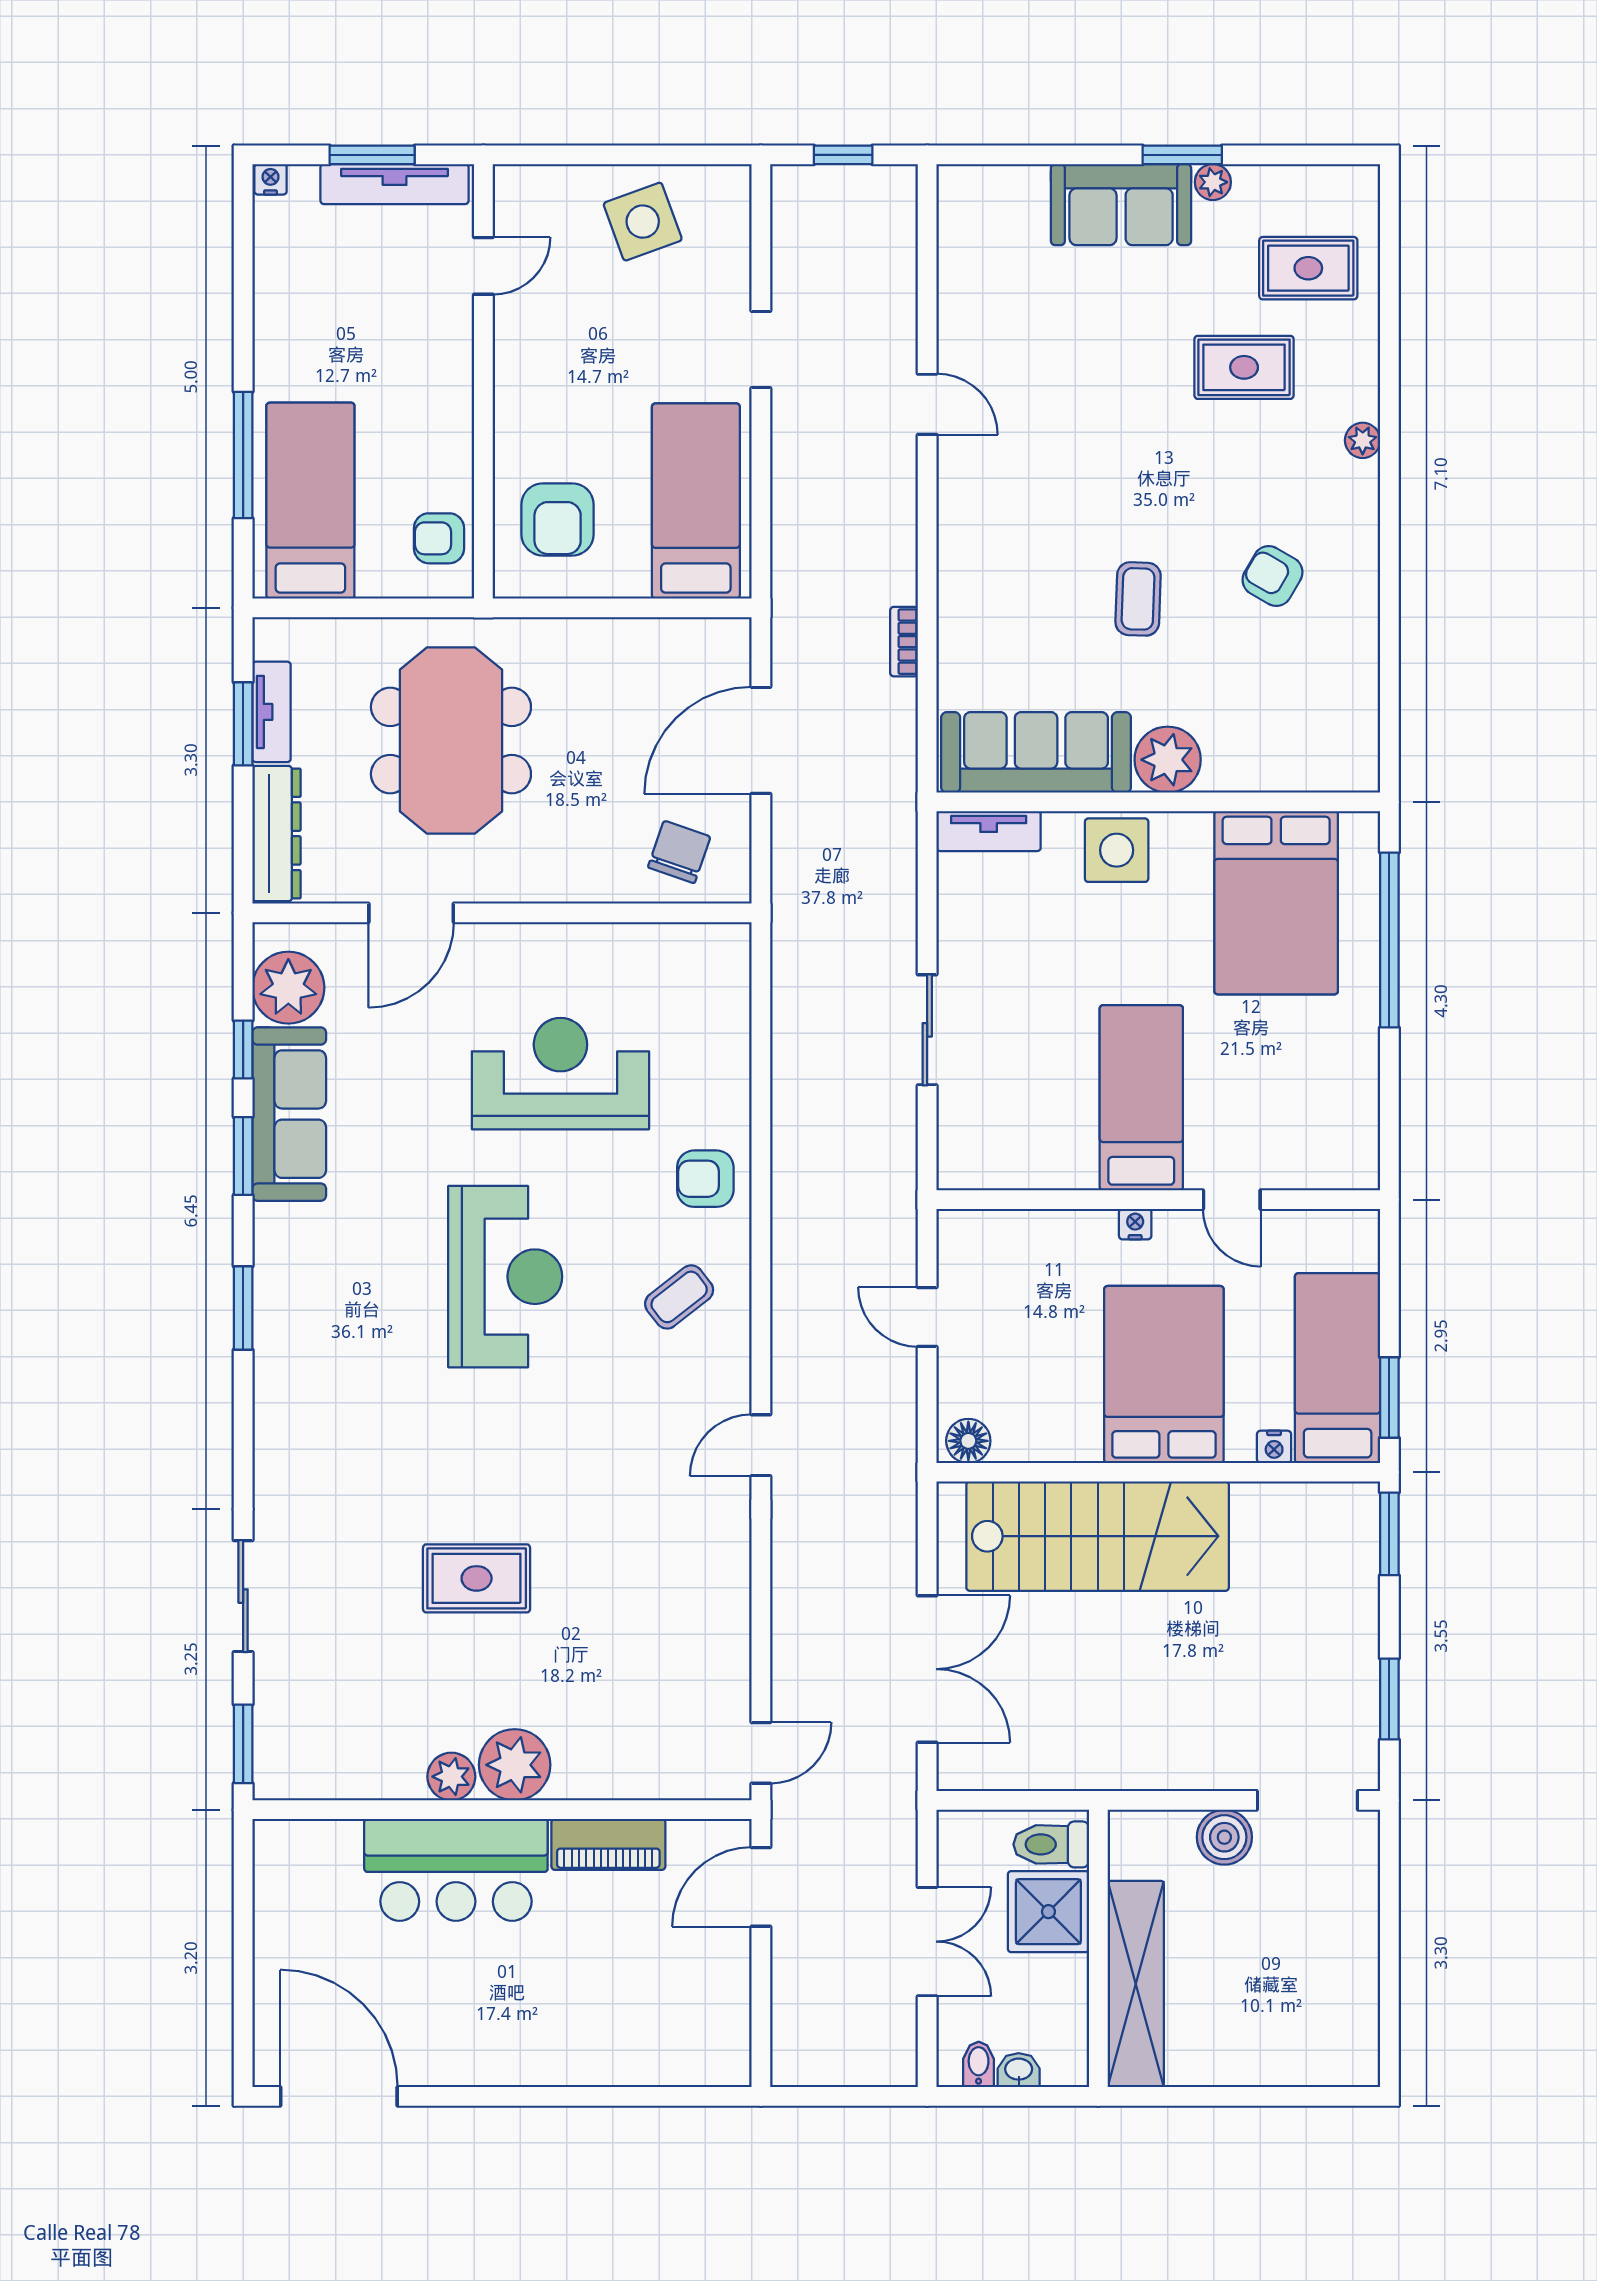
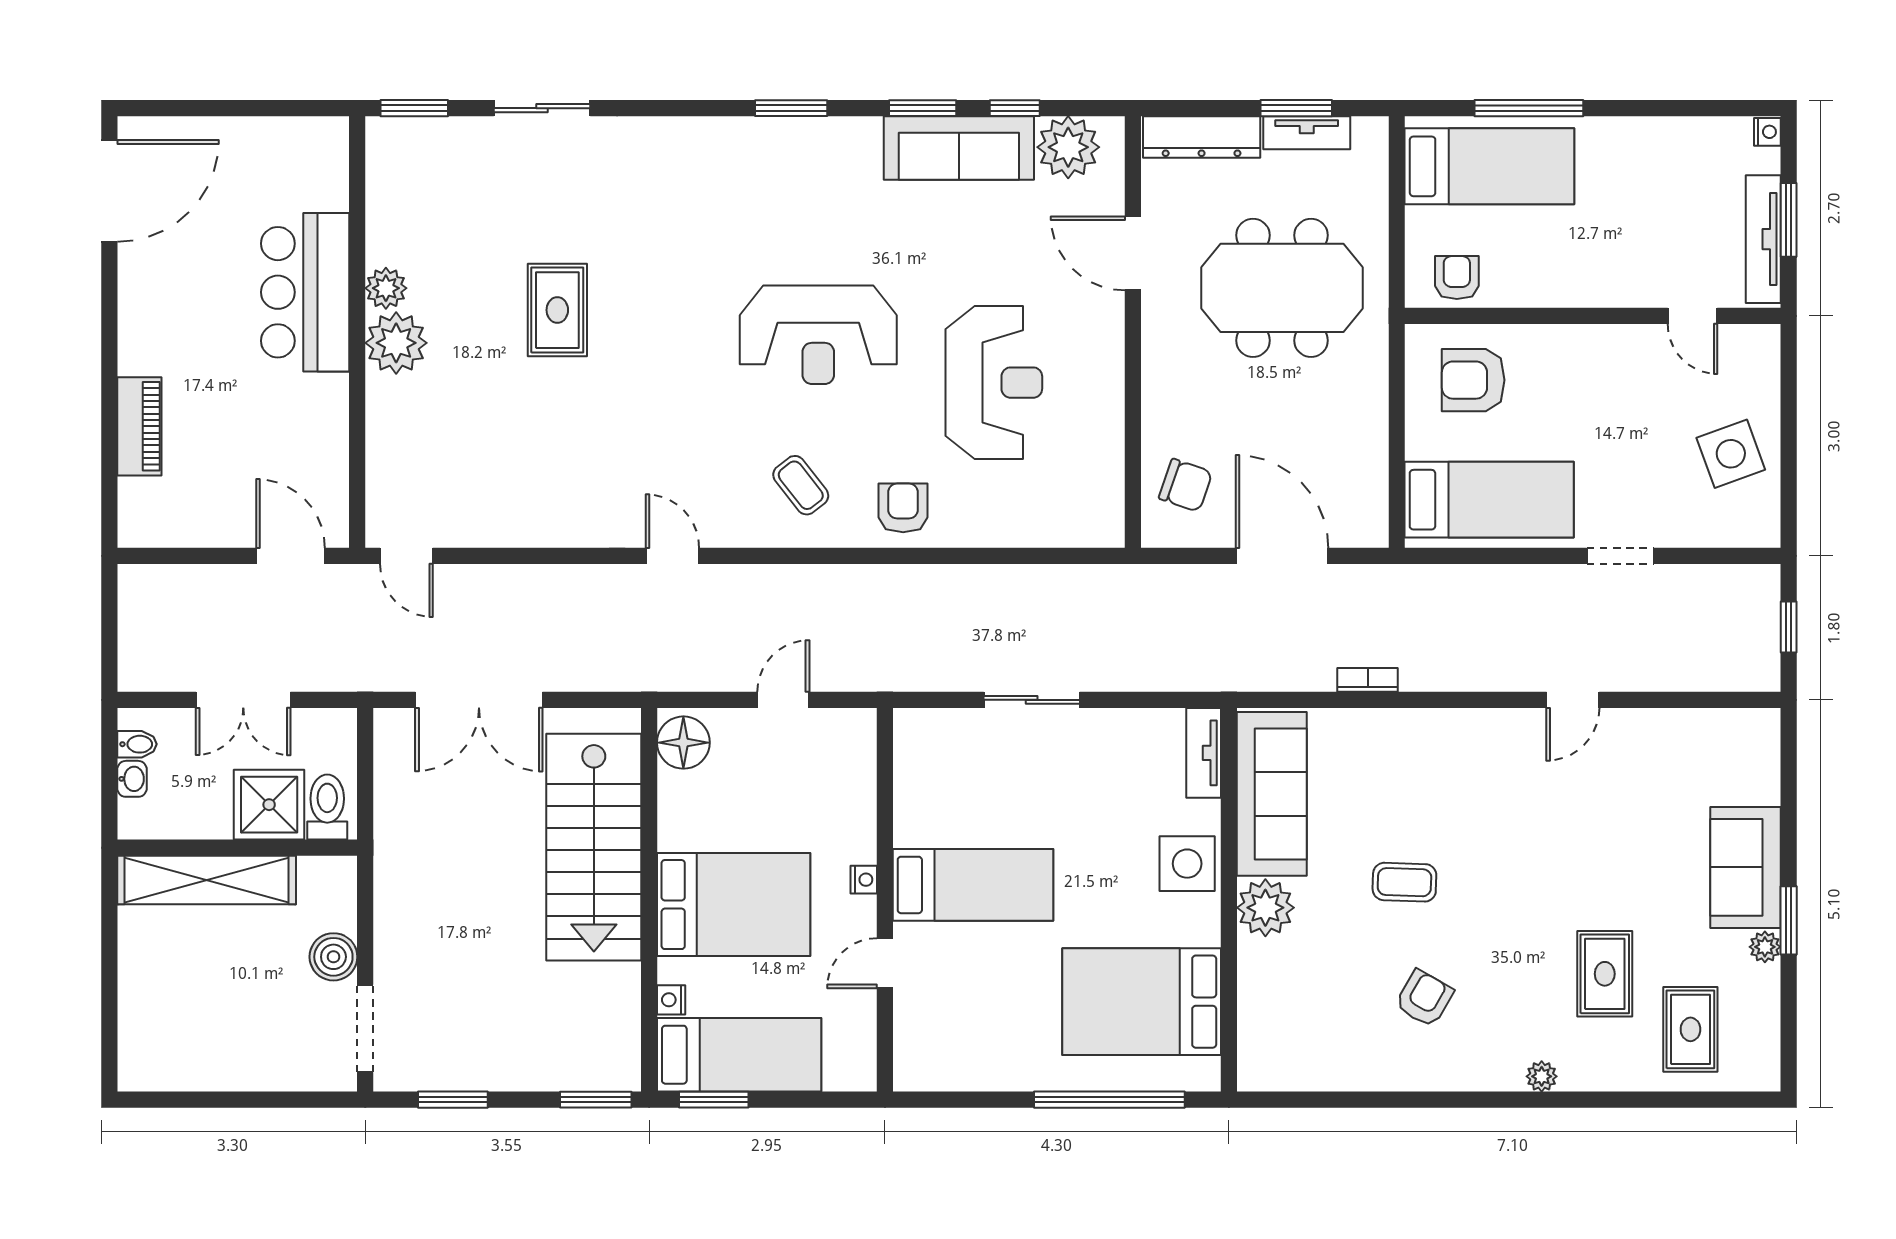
floor lamp: (968, 1441) -> (683, 743), width x1.38, depth x1.38
piano: (608, 1844) -> (139, 426), moved, turned 180

